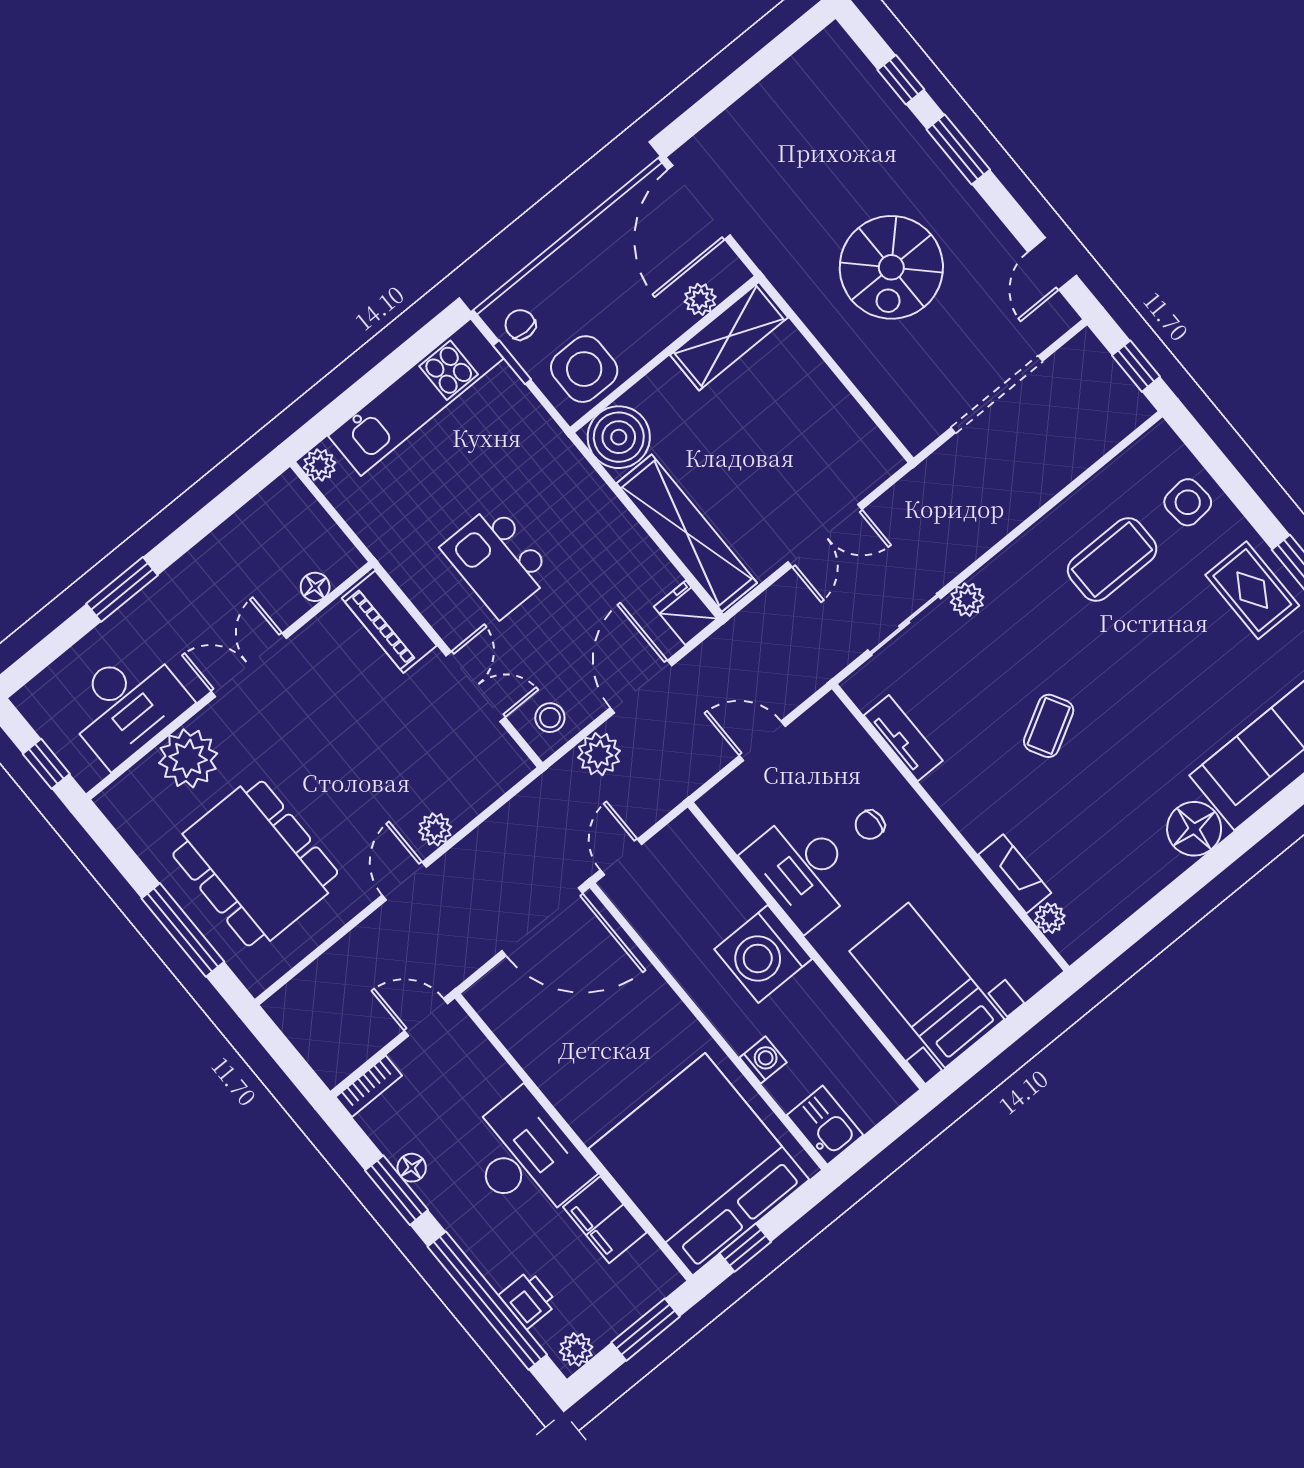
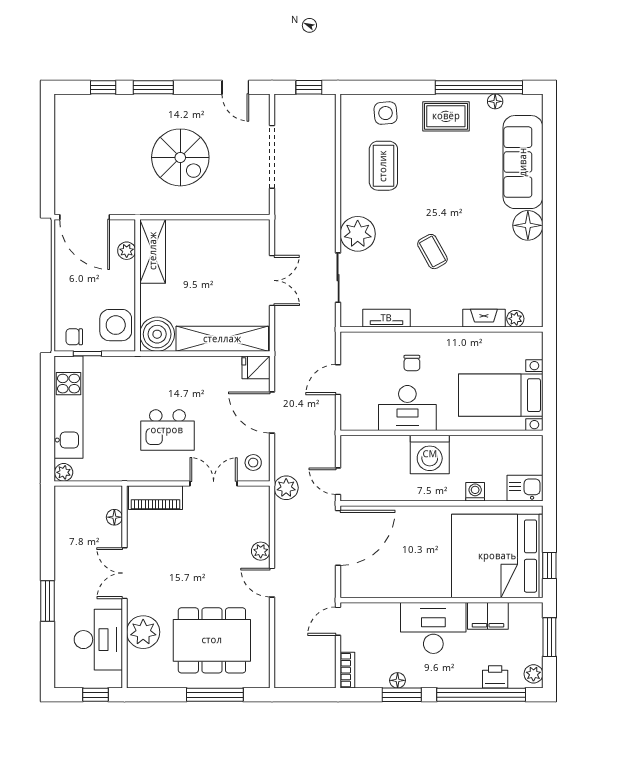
plant: (967, 600) -> (358, 234), width x1.88, depth x1.88
plant: (599, 754) -> (286, 488), moved

